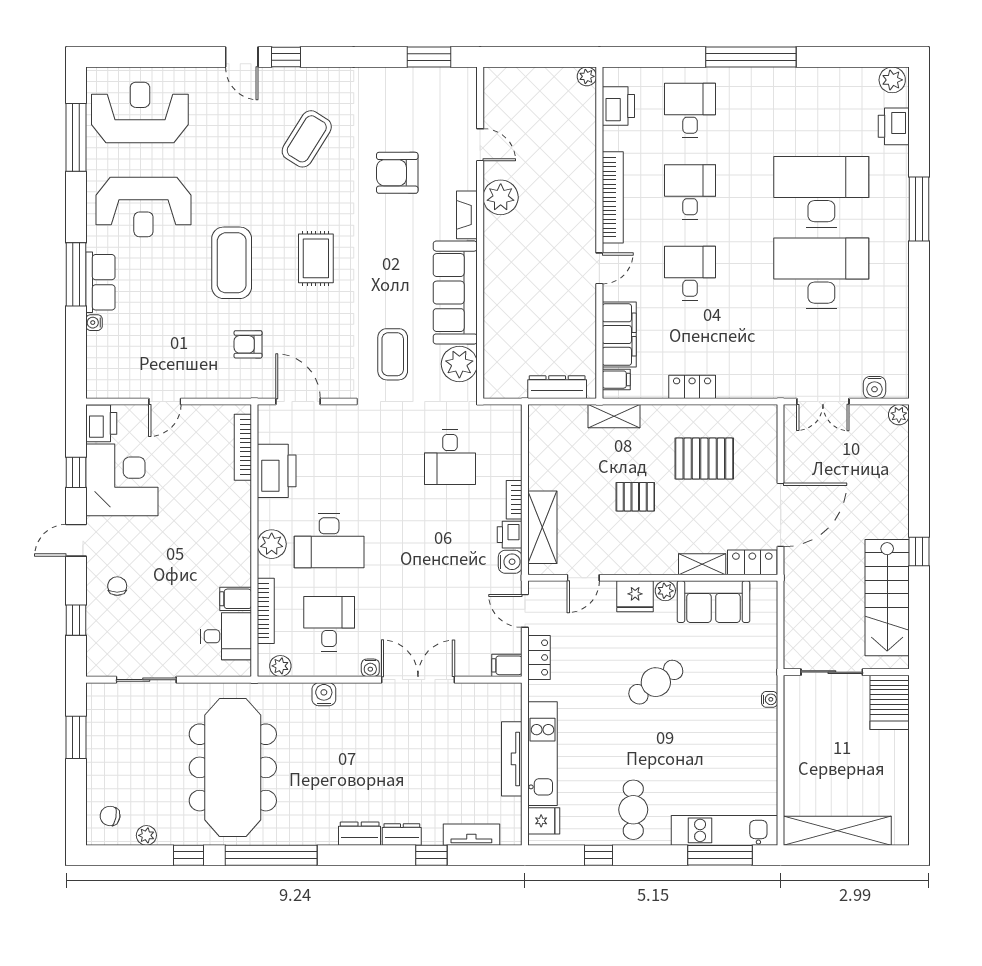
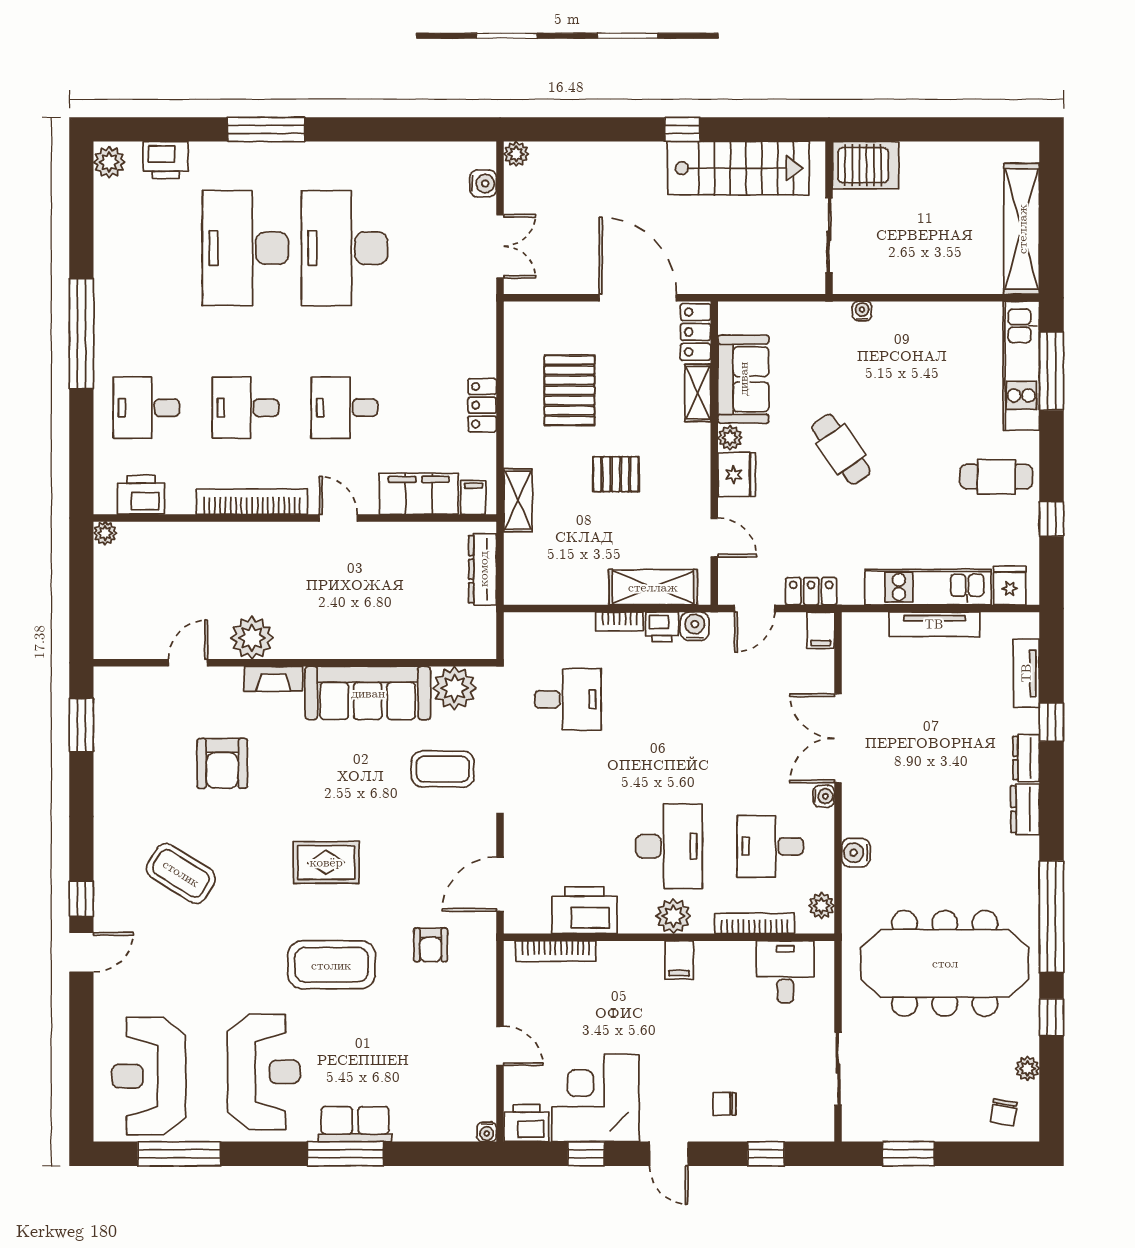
water cooler: (94, 323) -> (487, 1132), moved
pallet: (635, 497) -> (616, 474), turned 90
filing cabinet: (236, 599) -> (679, 960), moved

